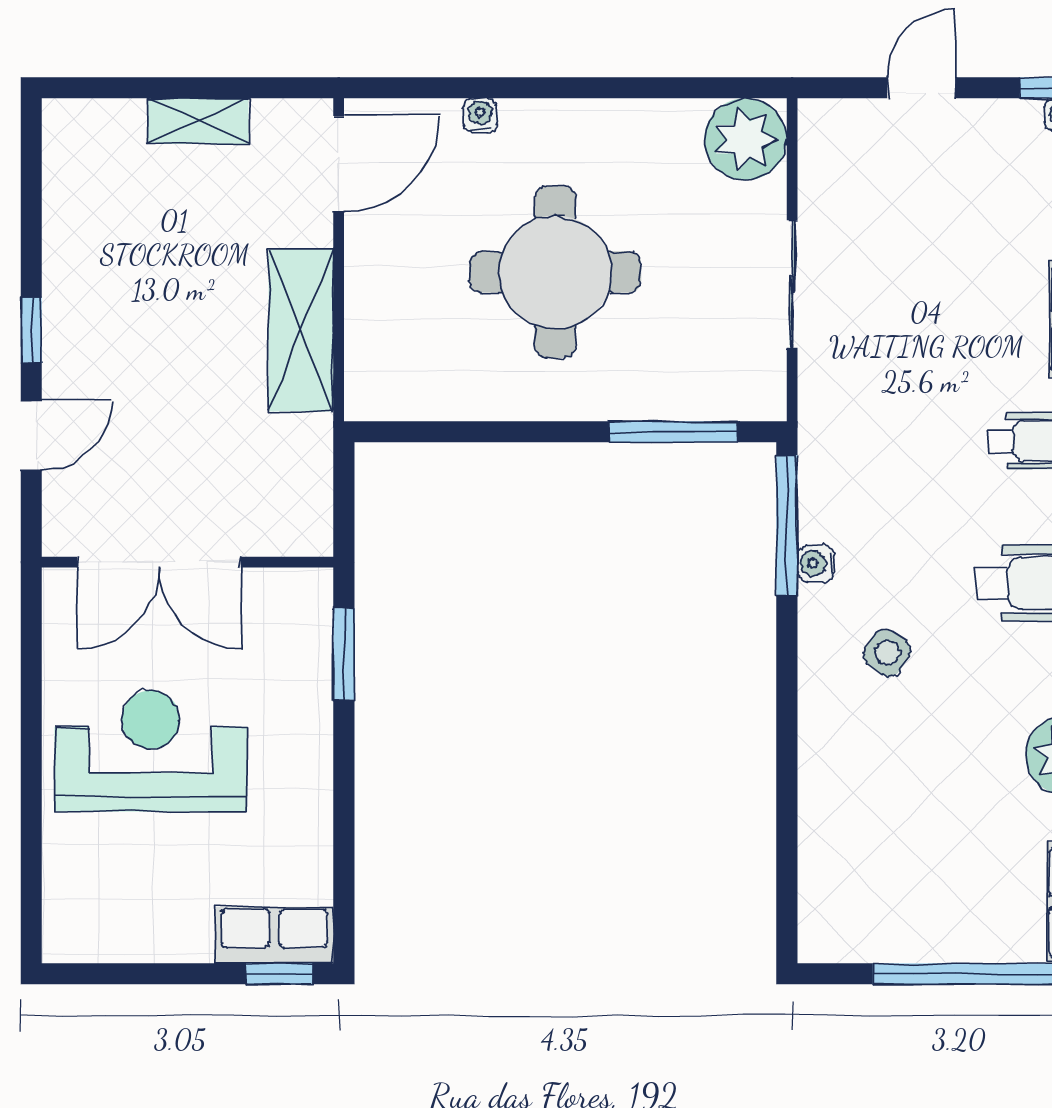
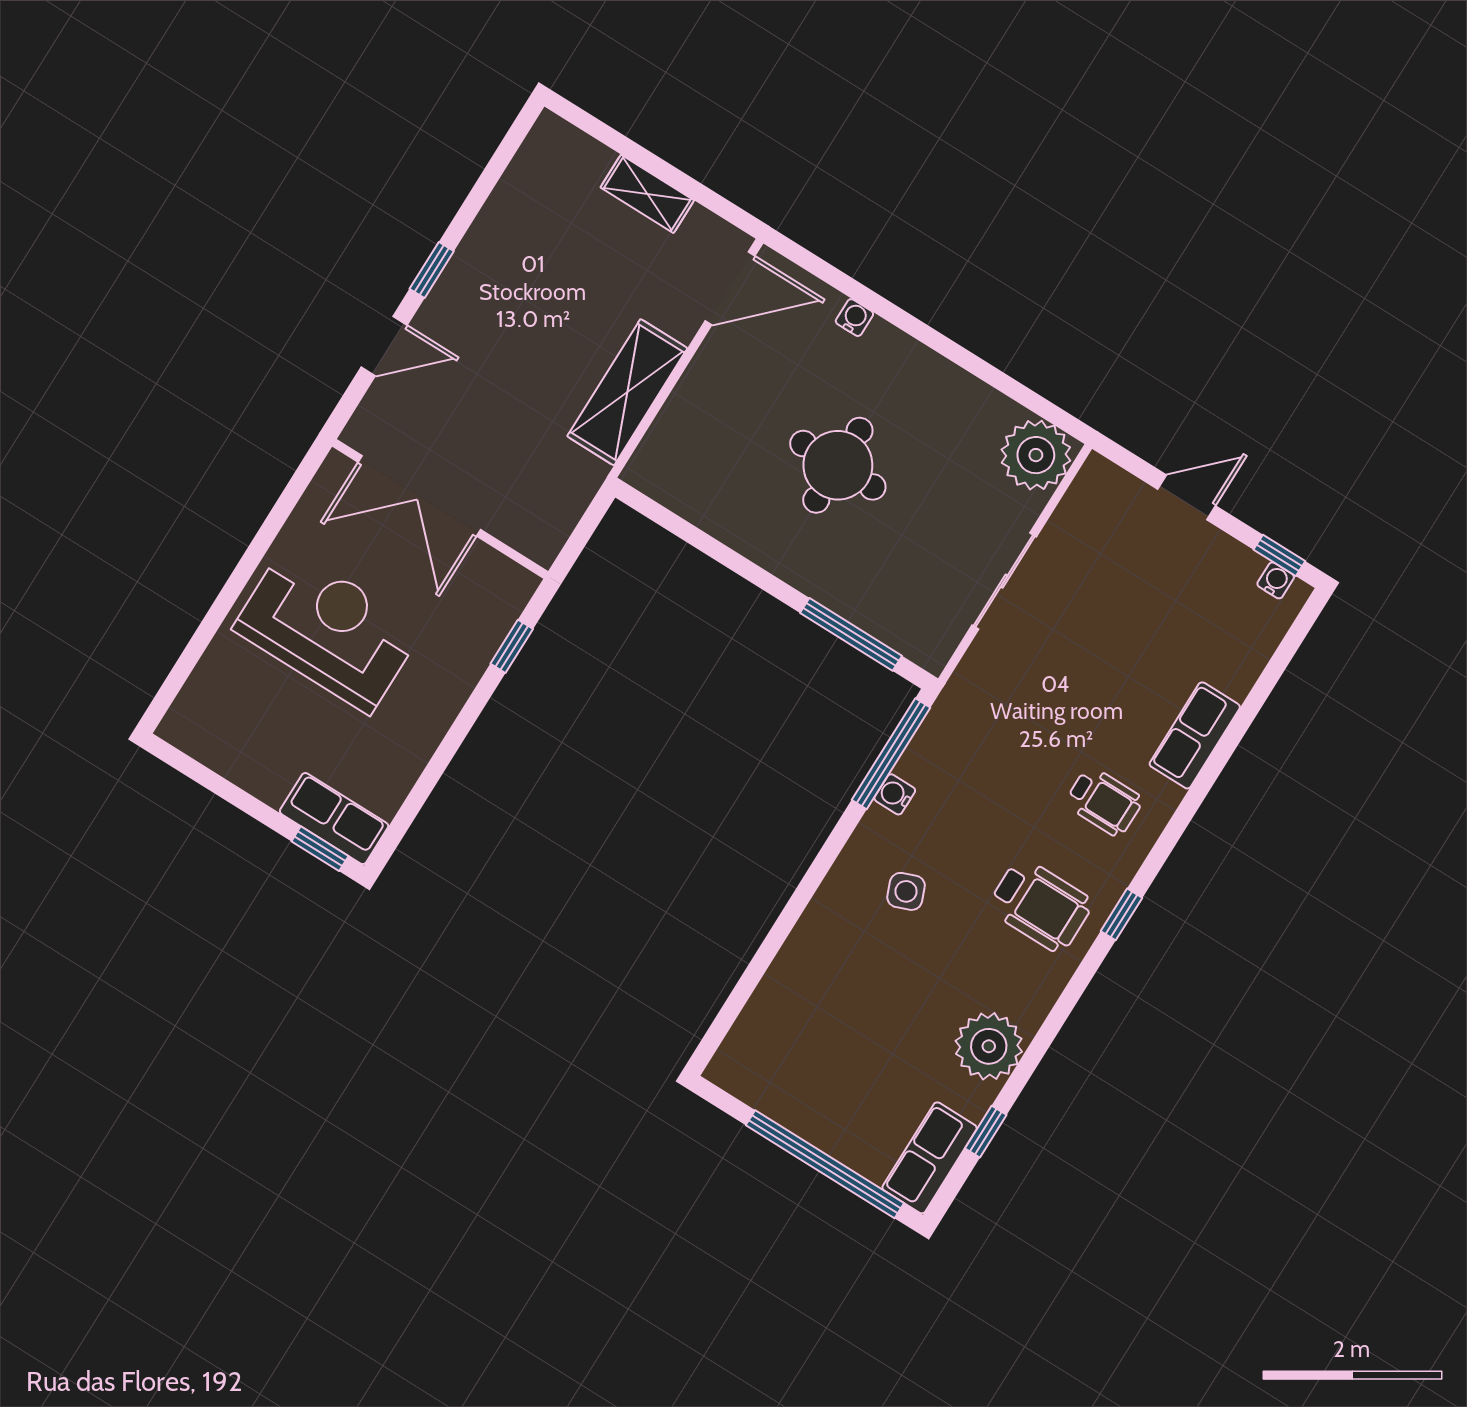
round table: (555, 272) -> (838, 465), width x0.73, depth x0.73
side table: (887, 653) -> (906, 891), turned 34
window: (344, 654) -> (512, 646), width x0.67

